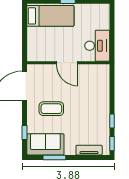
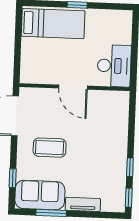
tv unit: (89, 150) -> (83, 204), moved

